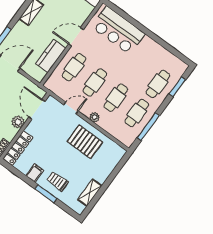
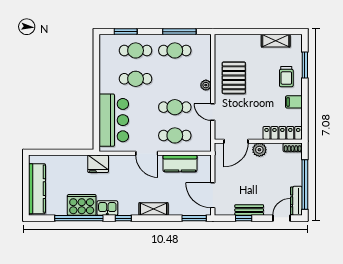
cafe table: (116, 98) -> (136, 79), moved
window: (46, 194) -> (305, 65), moved

